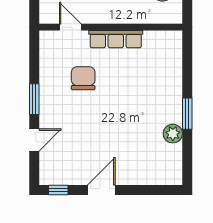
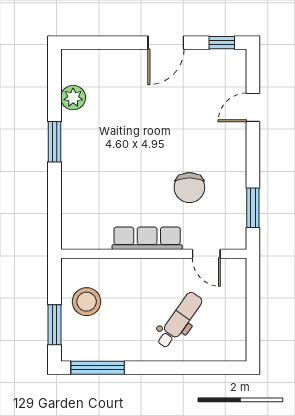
window: (34, 99) -> (253, 208), moved
plant: (173, 134) -> (73, 98), moved

